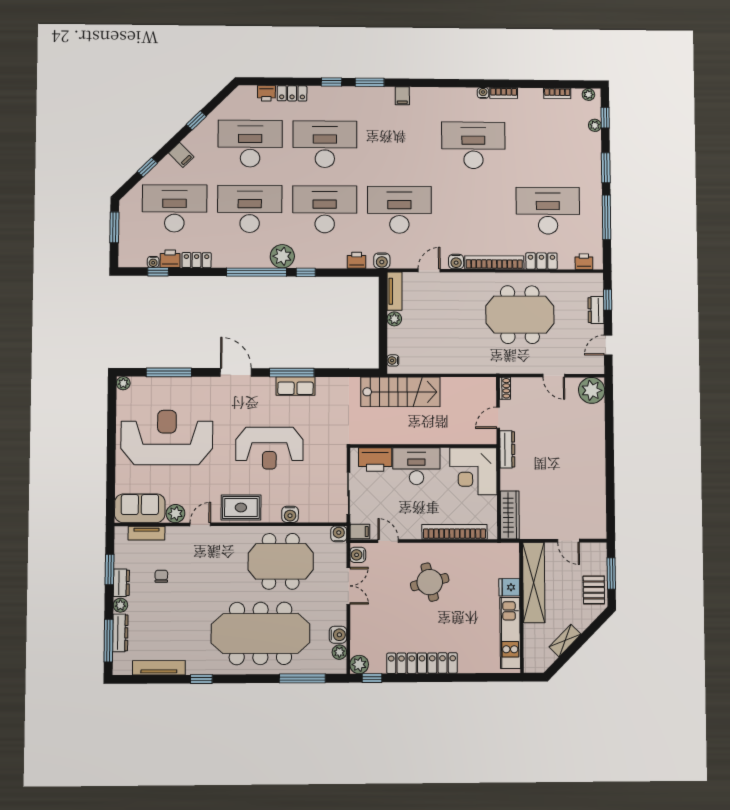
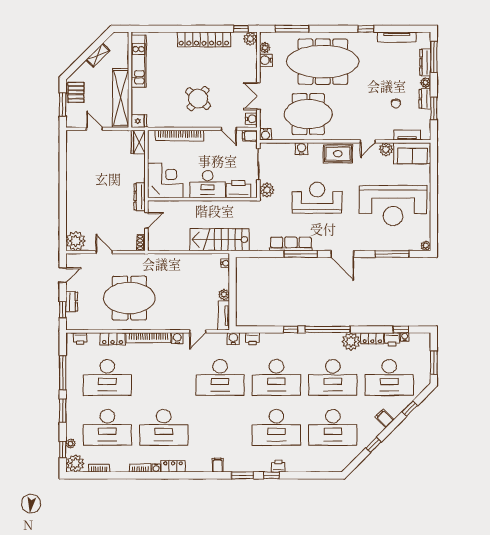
printer: (266, 93) -> (278, 466), moved
locker: (292, 93) -> (173, 466), moved
plant: (588, 94) -> (75, 463), width x1.88, depth x1.88
desk: (547, 146) -> (107, 427), added
plant: (282, 256) -> (351, 342), moved
row of seats: (296, 386) -> (291, 244), width x1.48
plant: (337, 458) -> (267, 190), added
wardrobe: (510, 515) -> (138, 142), width x0.67
round table: (430, 582) -> (198, 99), turned -36
fridge: (509, 587) -> (139, 121), moved

